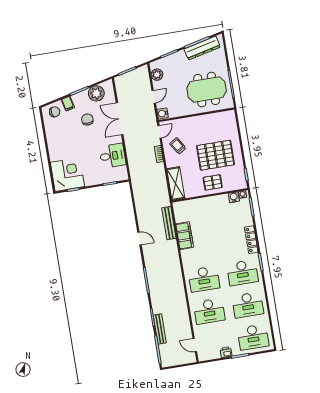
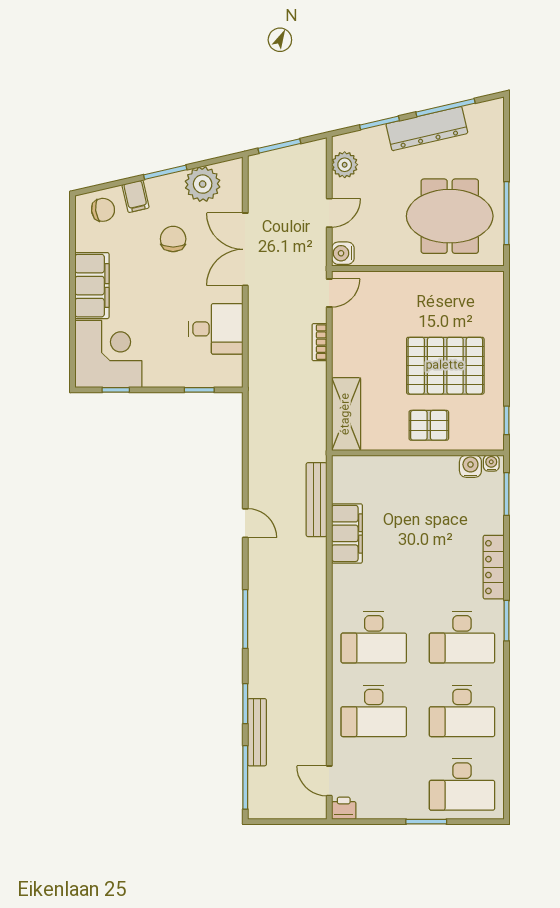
dresser: (202, 48) -> (427, 129), moved
filing cabinet: (55, 146) -> (92, 286), added
trolley: (178, 146) -> (365, 331), removed
printer: (226, 352) -> (344, 808), moved

